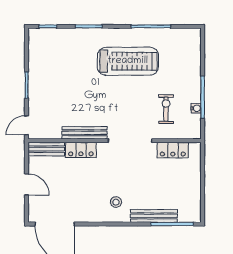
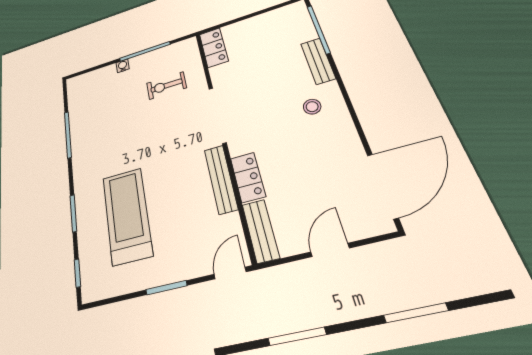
treadmill: (128, 61) -> (127, 216), moved
water cooler: (196, 108) -> (123, 66), moved
door: (27, 125) -> (230, 273), swing flipped
locker: (173, 150) -> (214, 47), moved
bench: (154, 216) -> (318, 61), width x0.73

